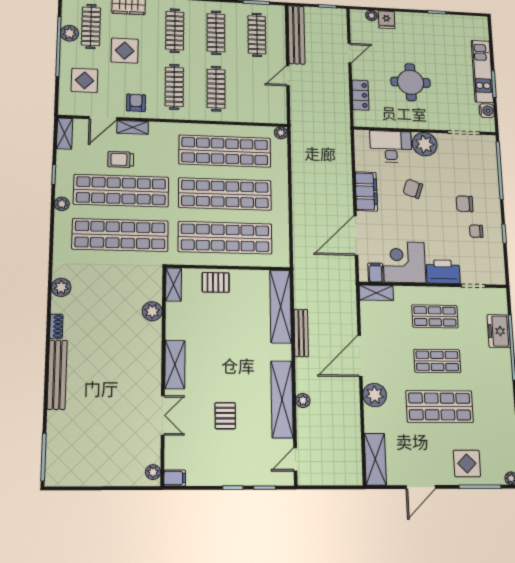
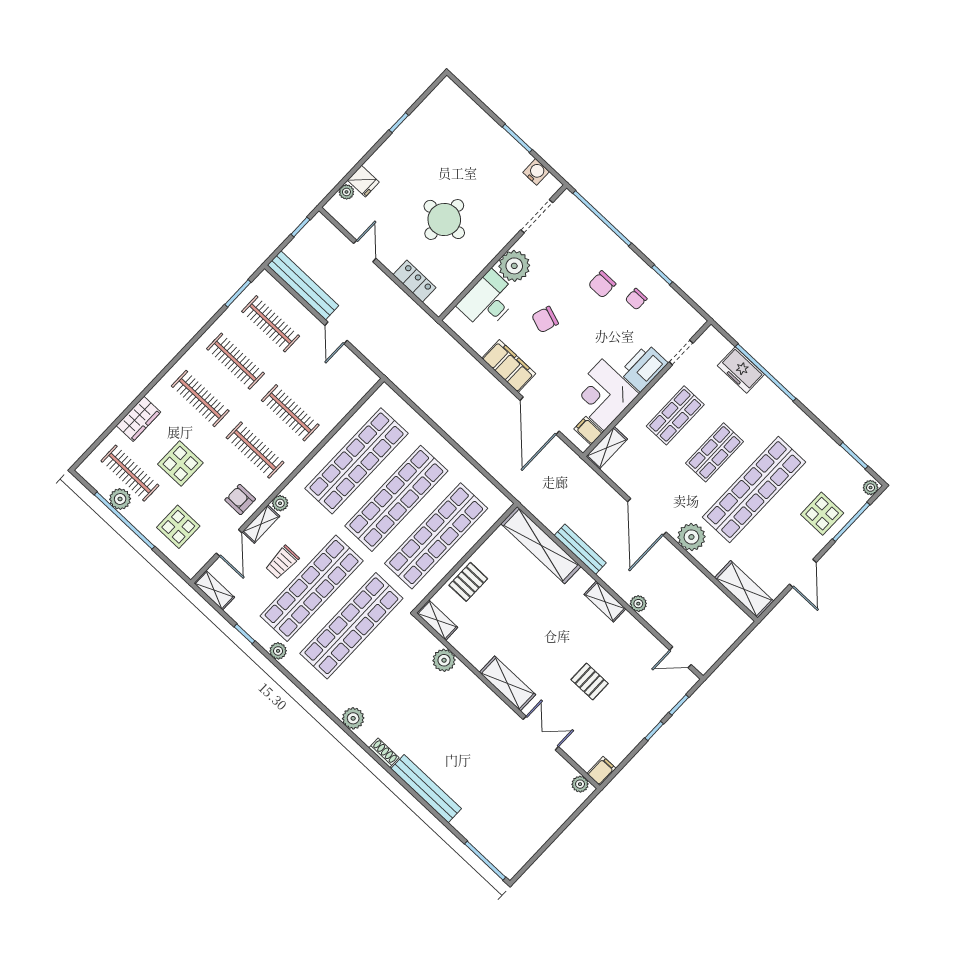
kitchen unit: (482, 71) -> (495, 137), removed
plant: (281, 133) -> (280, 503), moved
shelving: (282, 399) -> (605, 602), width x0.45, depth x0.75
shop shelf: (440, 406) -> (754, 490), width x1.40
door: (295, 459) -> (680, 657), hinge flipped

